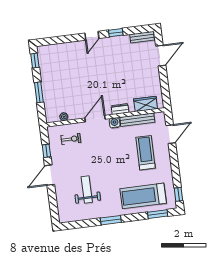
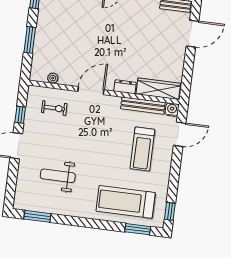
wardrobe: (146, 104) -> (158, 89), width x1.50
water cooler: (115, 123) -> (172, 110), moved
treadmill: (145, 153) -> (142, 149), turned 180
weight bench: (87, 190) -> (58, 176), turned -90
window: (111, 220) -> (37, 216), moved

